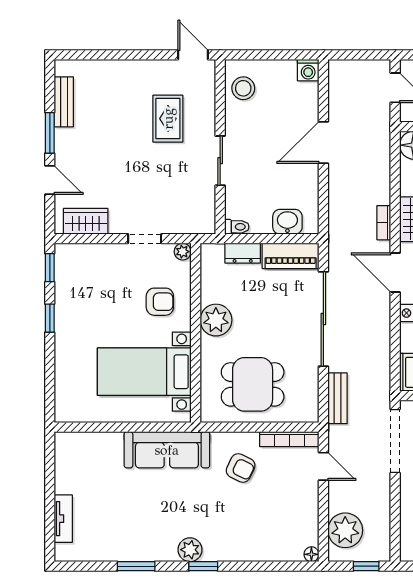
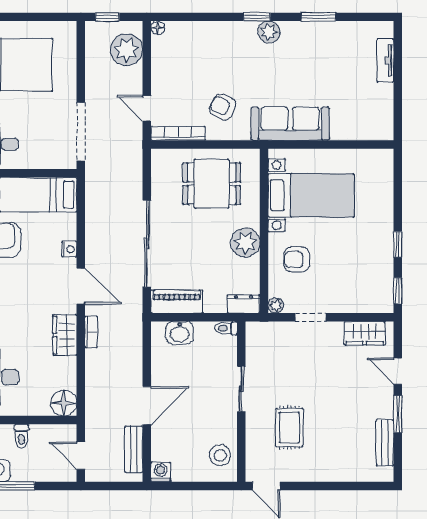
dresser: (243, 253) -> (244, 304), moved
bench: (338, 398) -> (134, 449), moved

